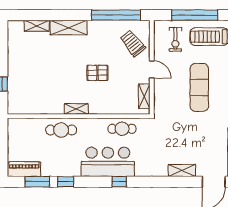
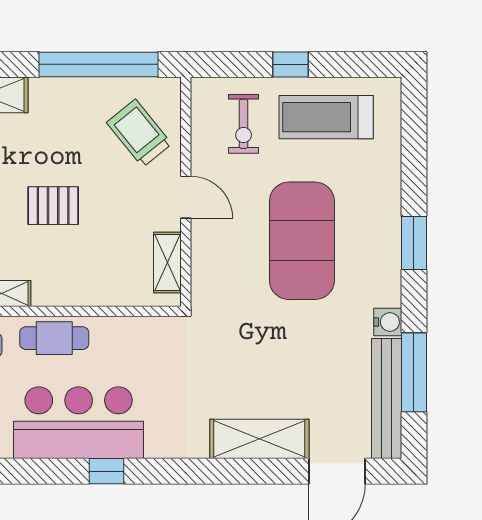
window: (195, 15) -> (291, 64), width x0.32
exercise mat: (199, 87) -> (302, 241), width x1.47
cafe table: (122, 129) -> (54, 338), moved
shelving: (182, 170) -> (259, 439), width x1.50, depth x1.33

